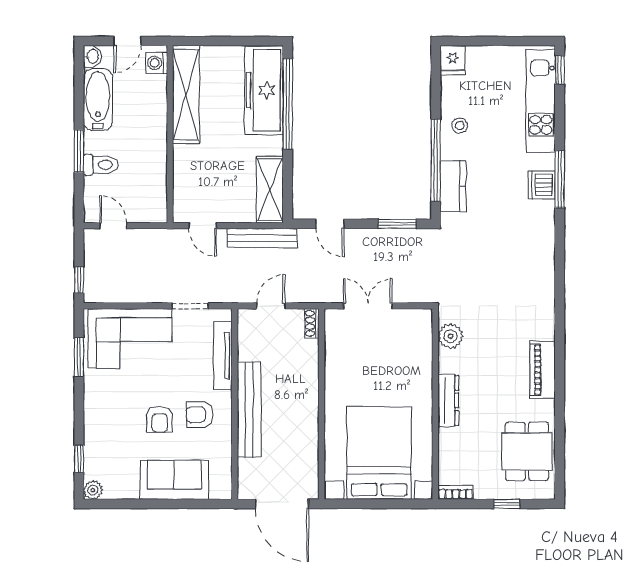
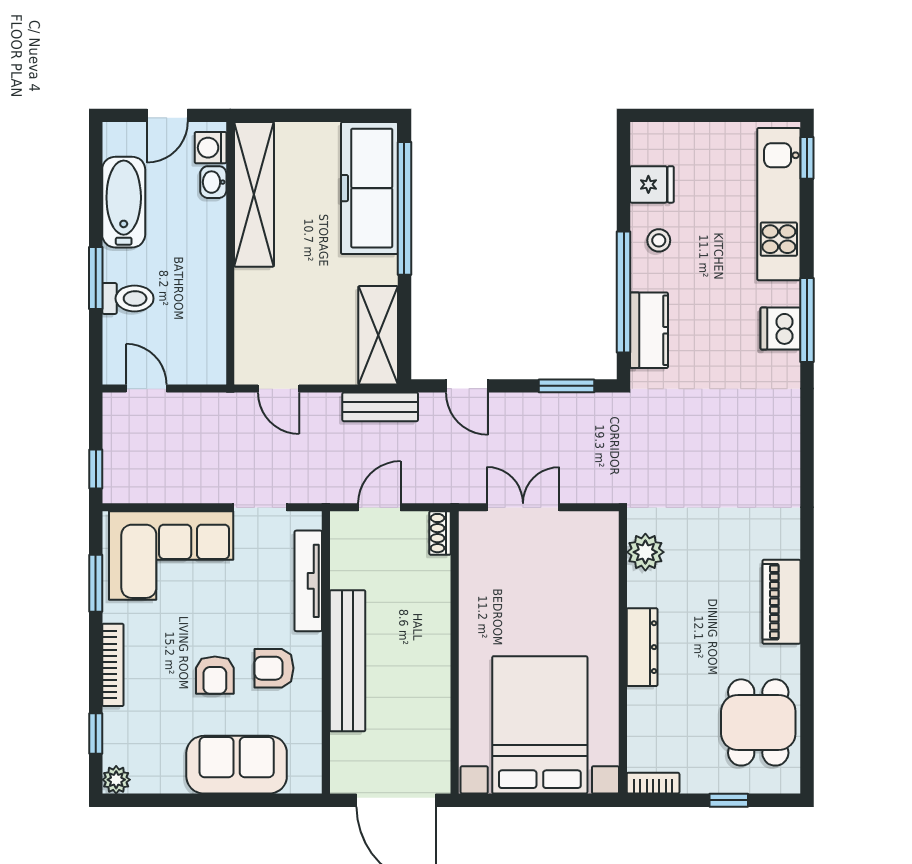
washbasin: (92, 56) -> (213, 182), moved, turned 180
fridge: (453, 60) -> (652, 184), moved, turned -90
bench: (262, 238) -> (380, 407), width x0.73
bookcase: (91, 412) -> (113, 665), added

